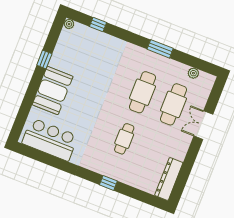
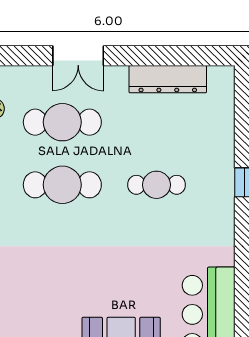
dresser: (169, 179) -> (168, 79), moved

